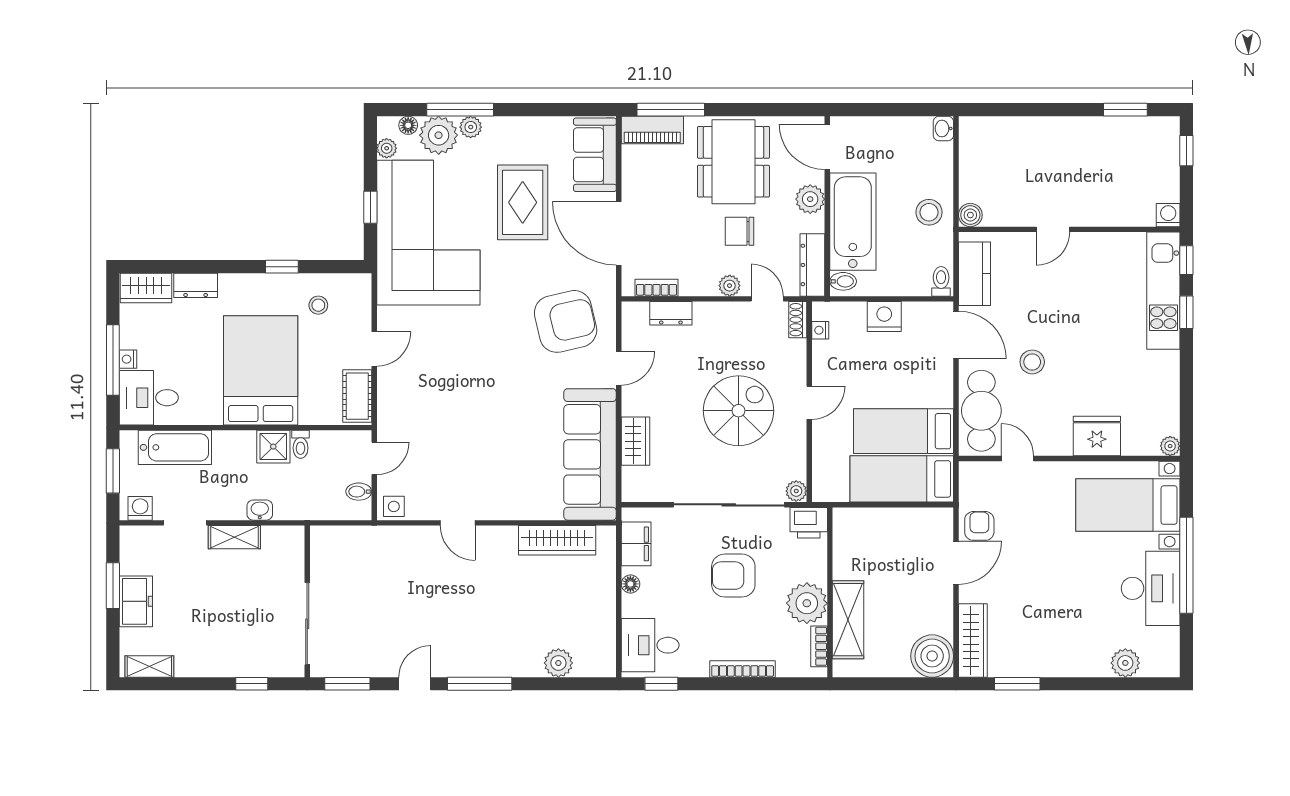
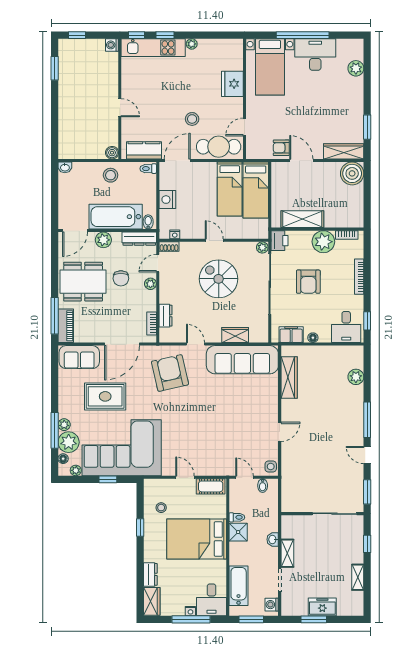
plant: (1170, 446) -> (192, 44), moved
shelving: (848, 620) -> (302, 219), moved
shelving: (149, 666) -> (358, 577), moved

